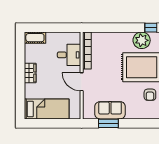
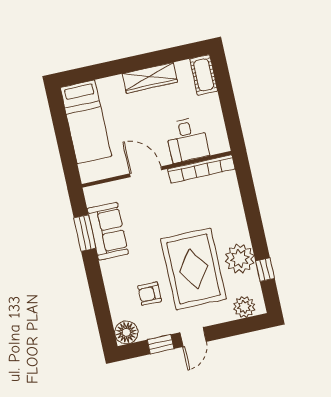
wardrobe: (30, 73) -> (150, 78), width x1.50
door: (82, 82) -> (146, 172), hinge flipped

